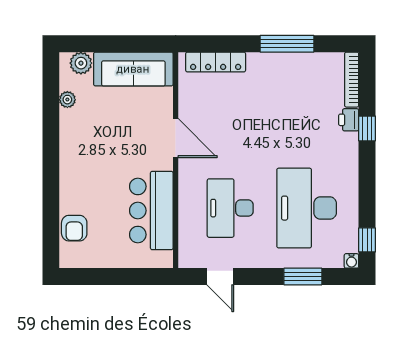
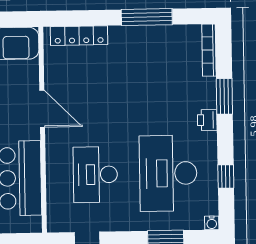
printer: (349, 120) -> (207, 120), moved
window: (367, 128) -> (224, 96), width x1.50
window: (367, 240) -> (226, 177), moved

